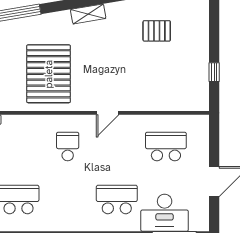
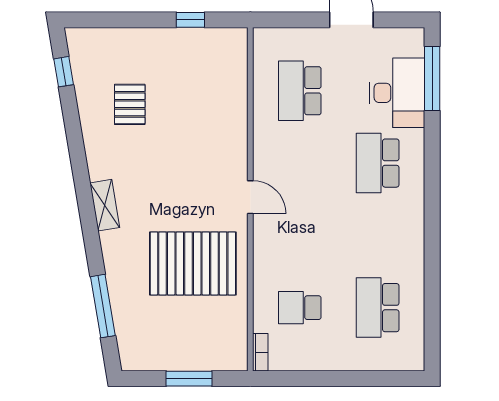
door: (108, 113) -> (250, 197), moved
school desk: (68, 147) -> (300, 308), moved

